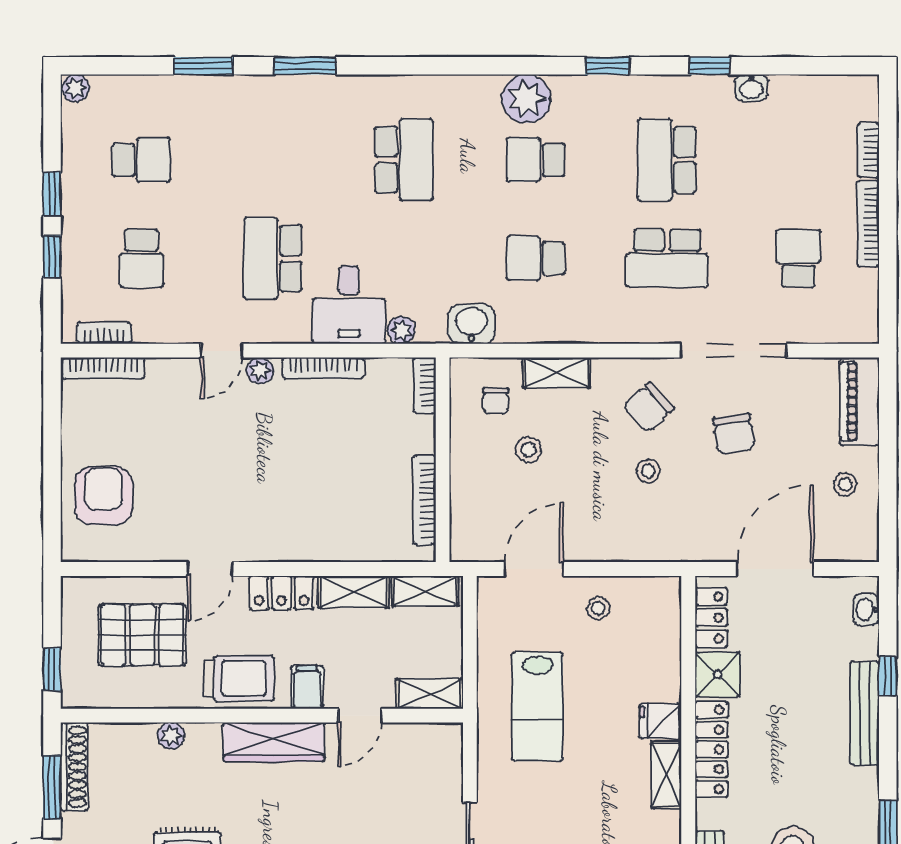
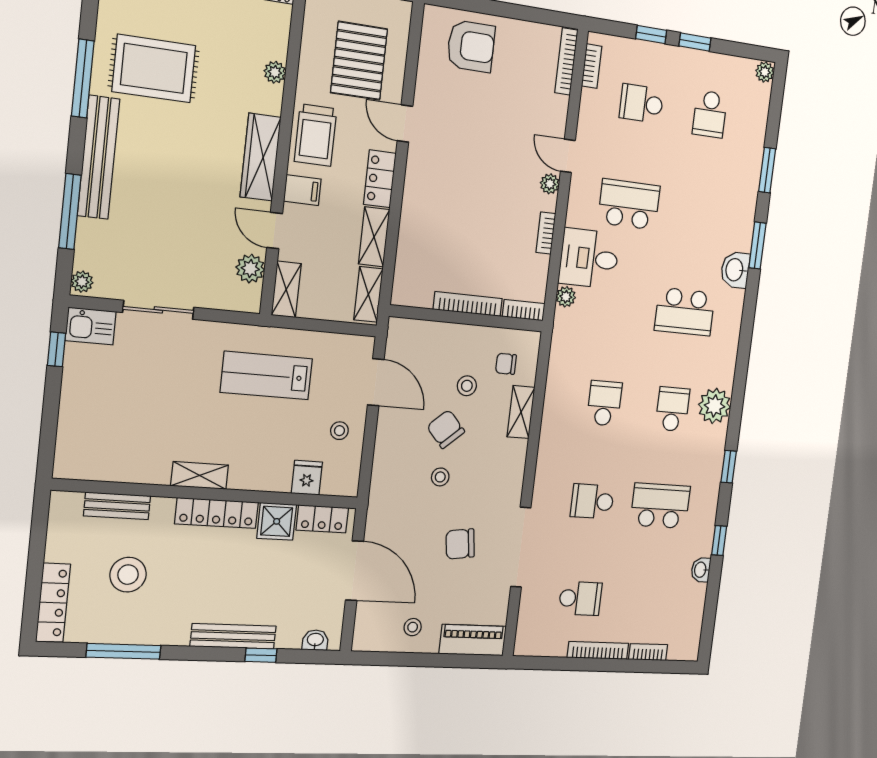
school desk: (667, 258) -> (592, 501), width x0.54
washbasin: (471, 324) -> (735, 270), moved, turned 180
bookcase: (323, 368) -> (546, 233), width x0.64
chair: (649, 407) -> (446, 429), moved
bookcase: (424, 500) -> (468, 304), moved
fridge: (660, 721) -> (307, 478), moved
plant: (409, 740) -> (250, 269), added

